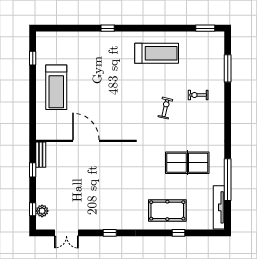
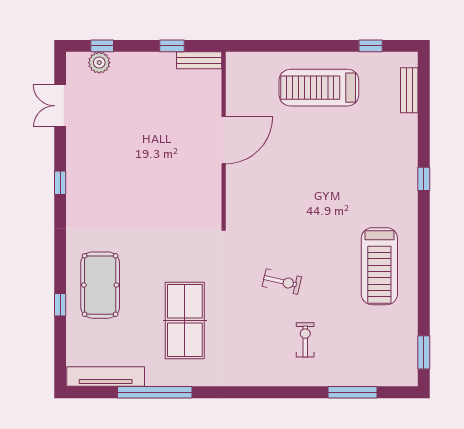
bench: (58, 36) -> (409, 90), added

